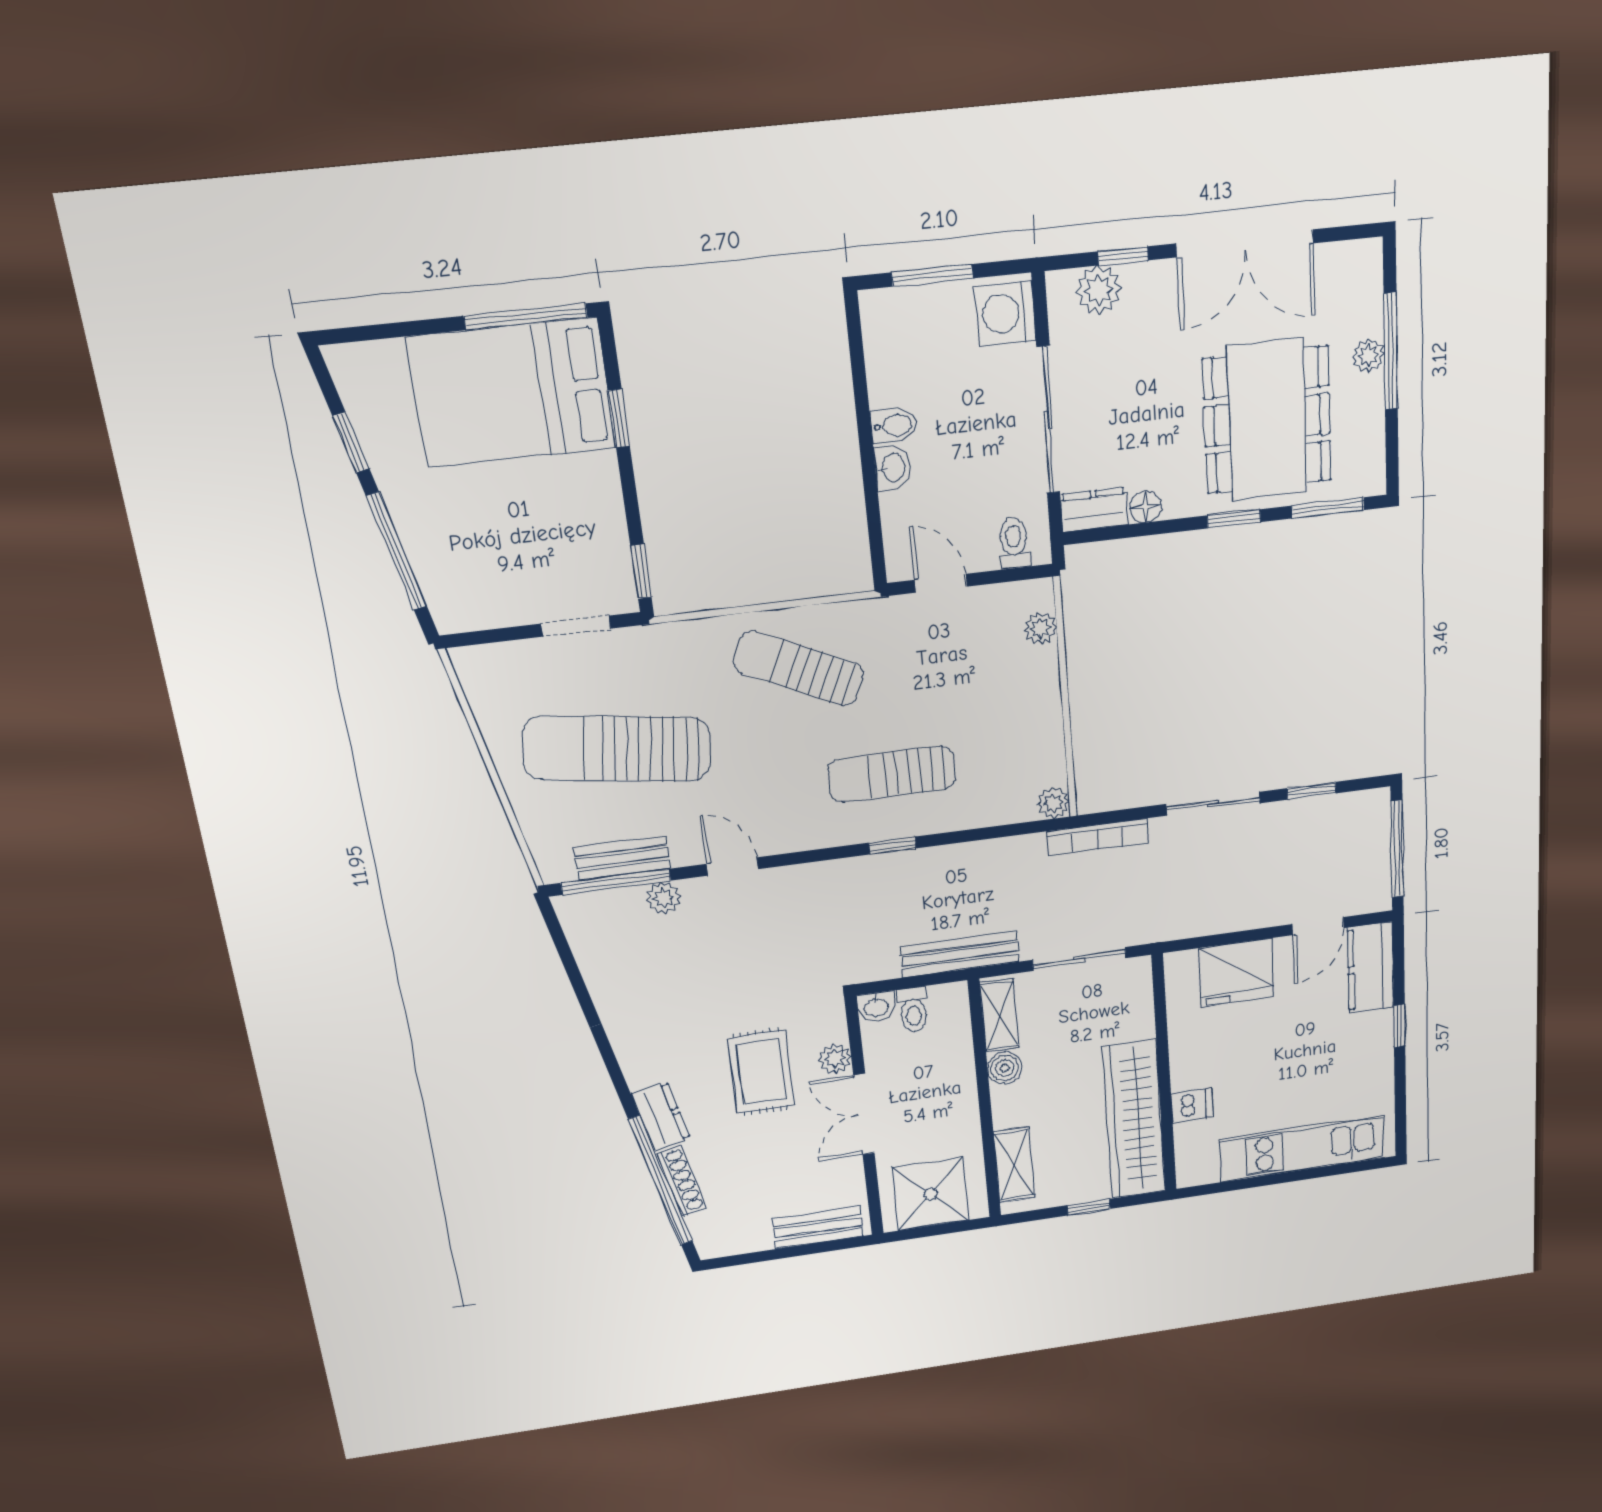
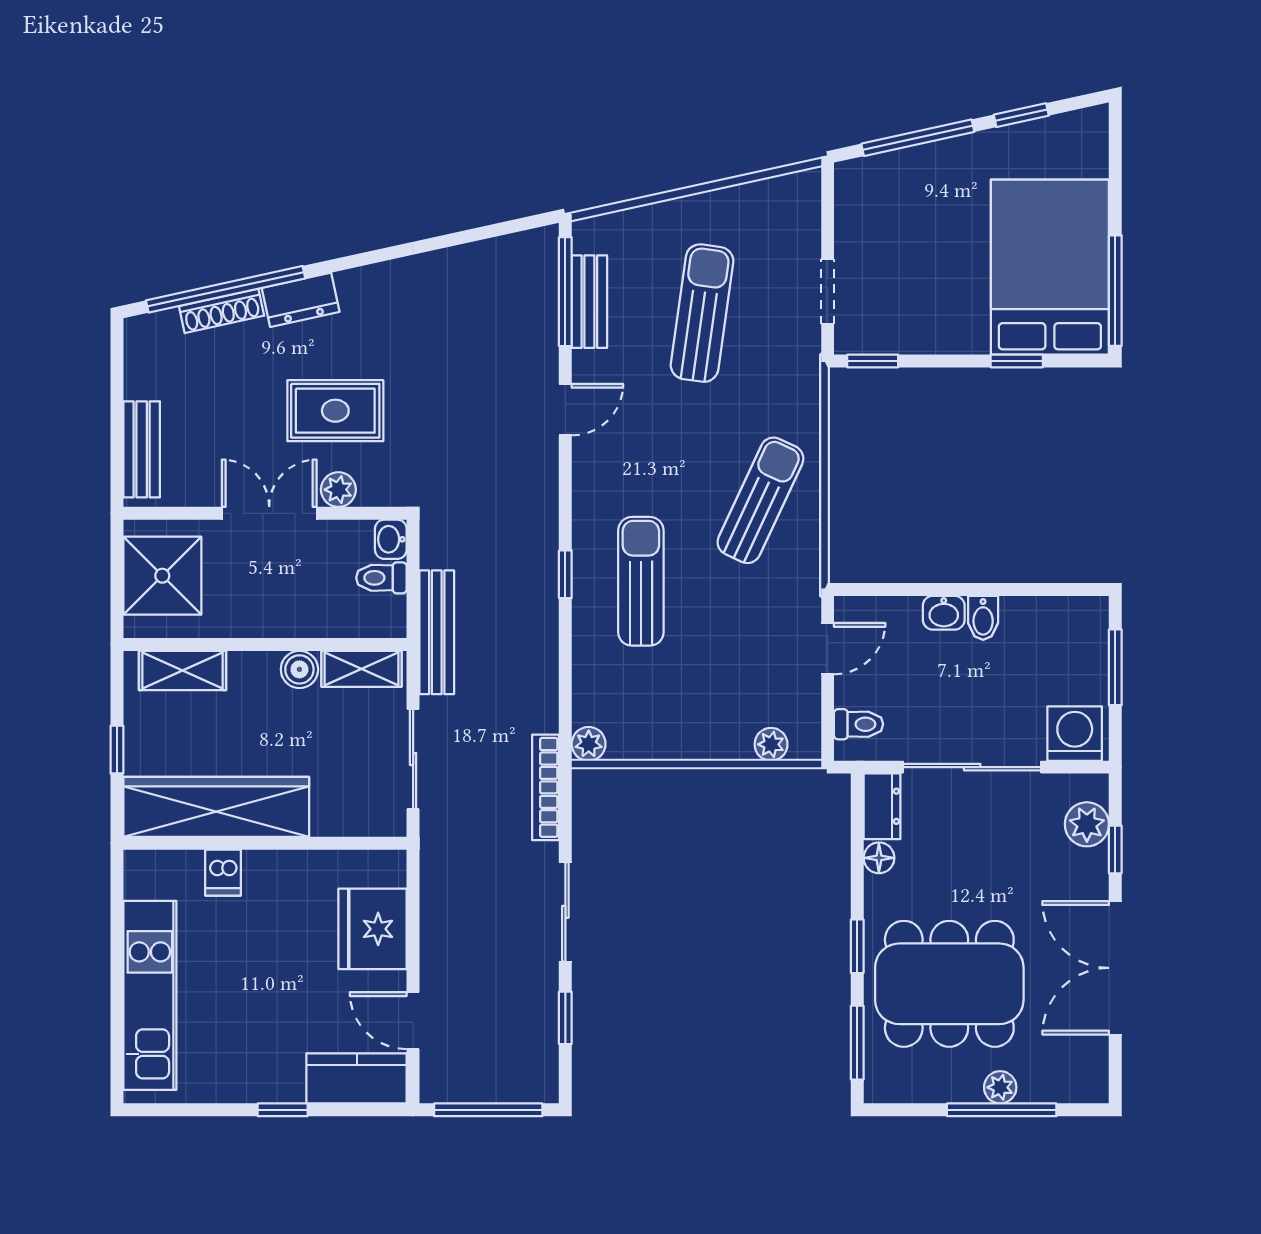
sun lounger: (617, 749) -> (702, 313), width x0.73, depth x0.75
plant: (664, 898) -> (542, 336), removed

